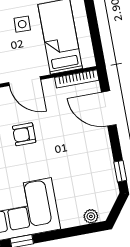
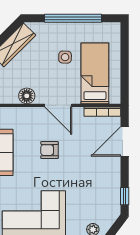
door: (109, 108) -> (125, 141), hinge flipped

